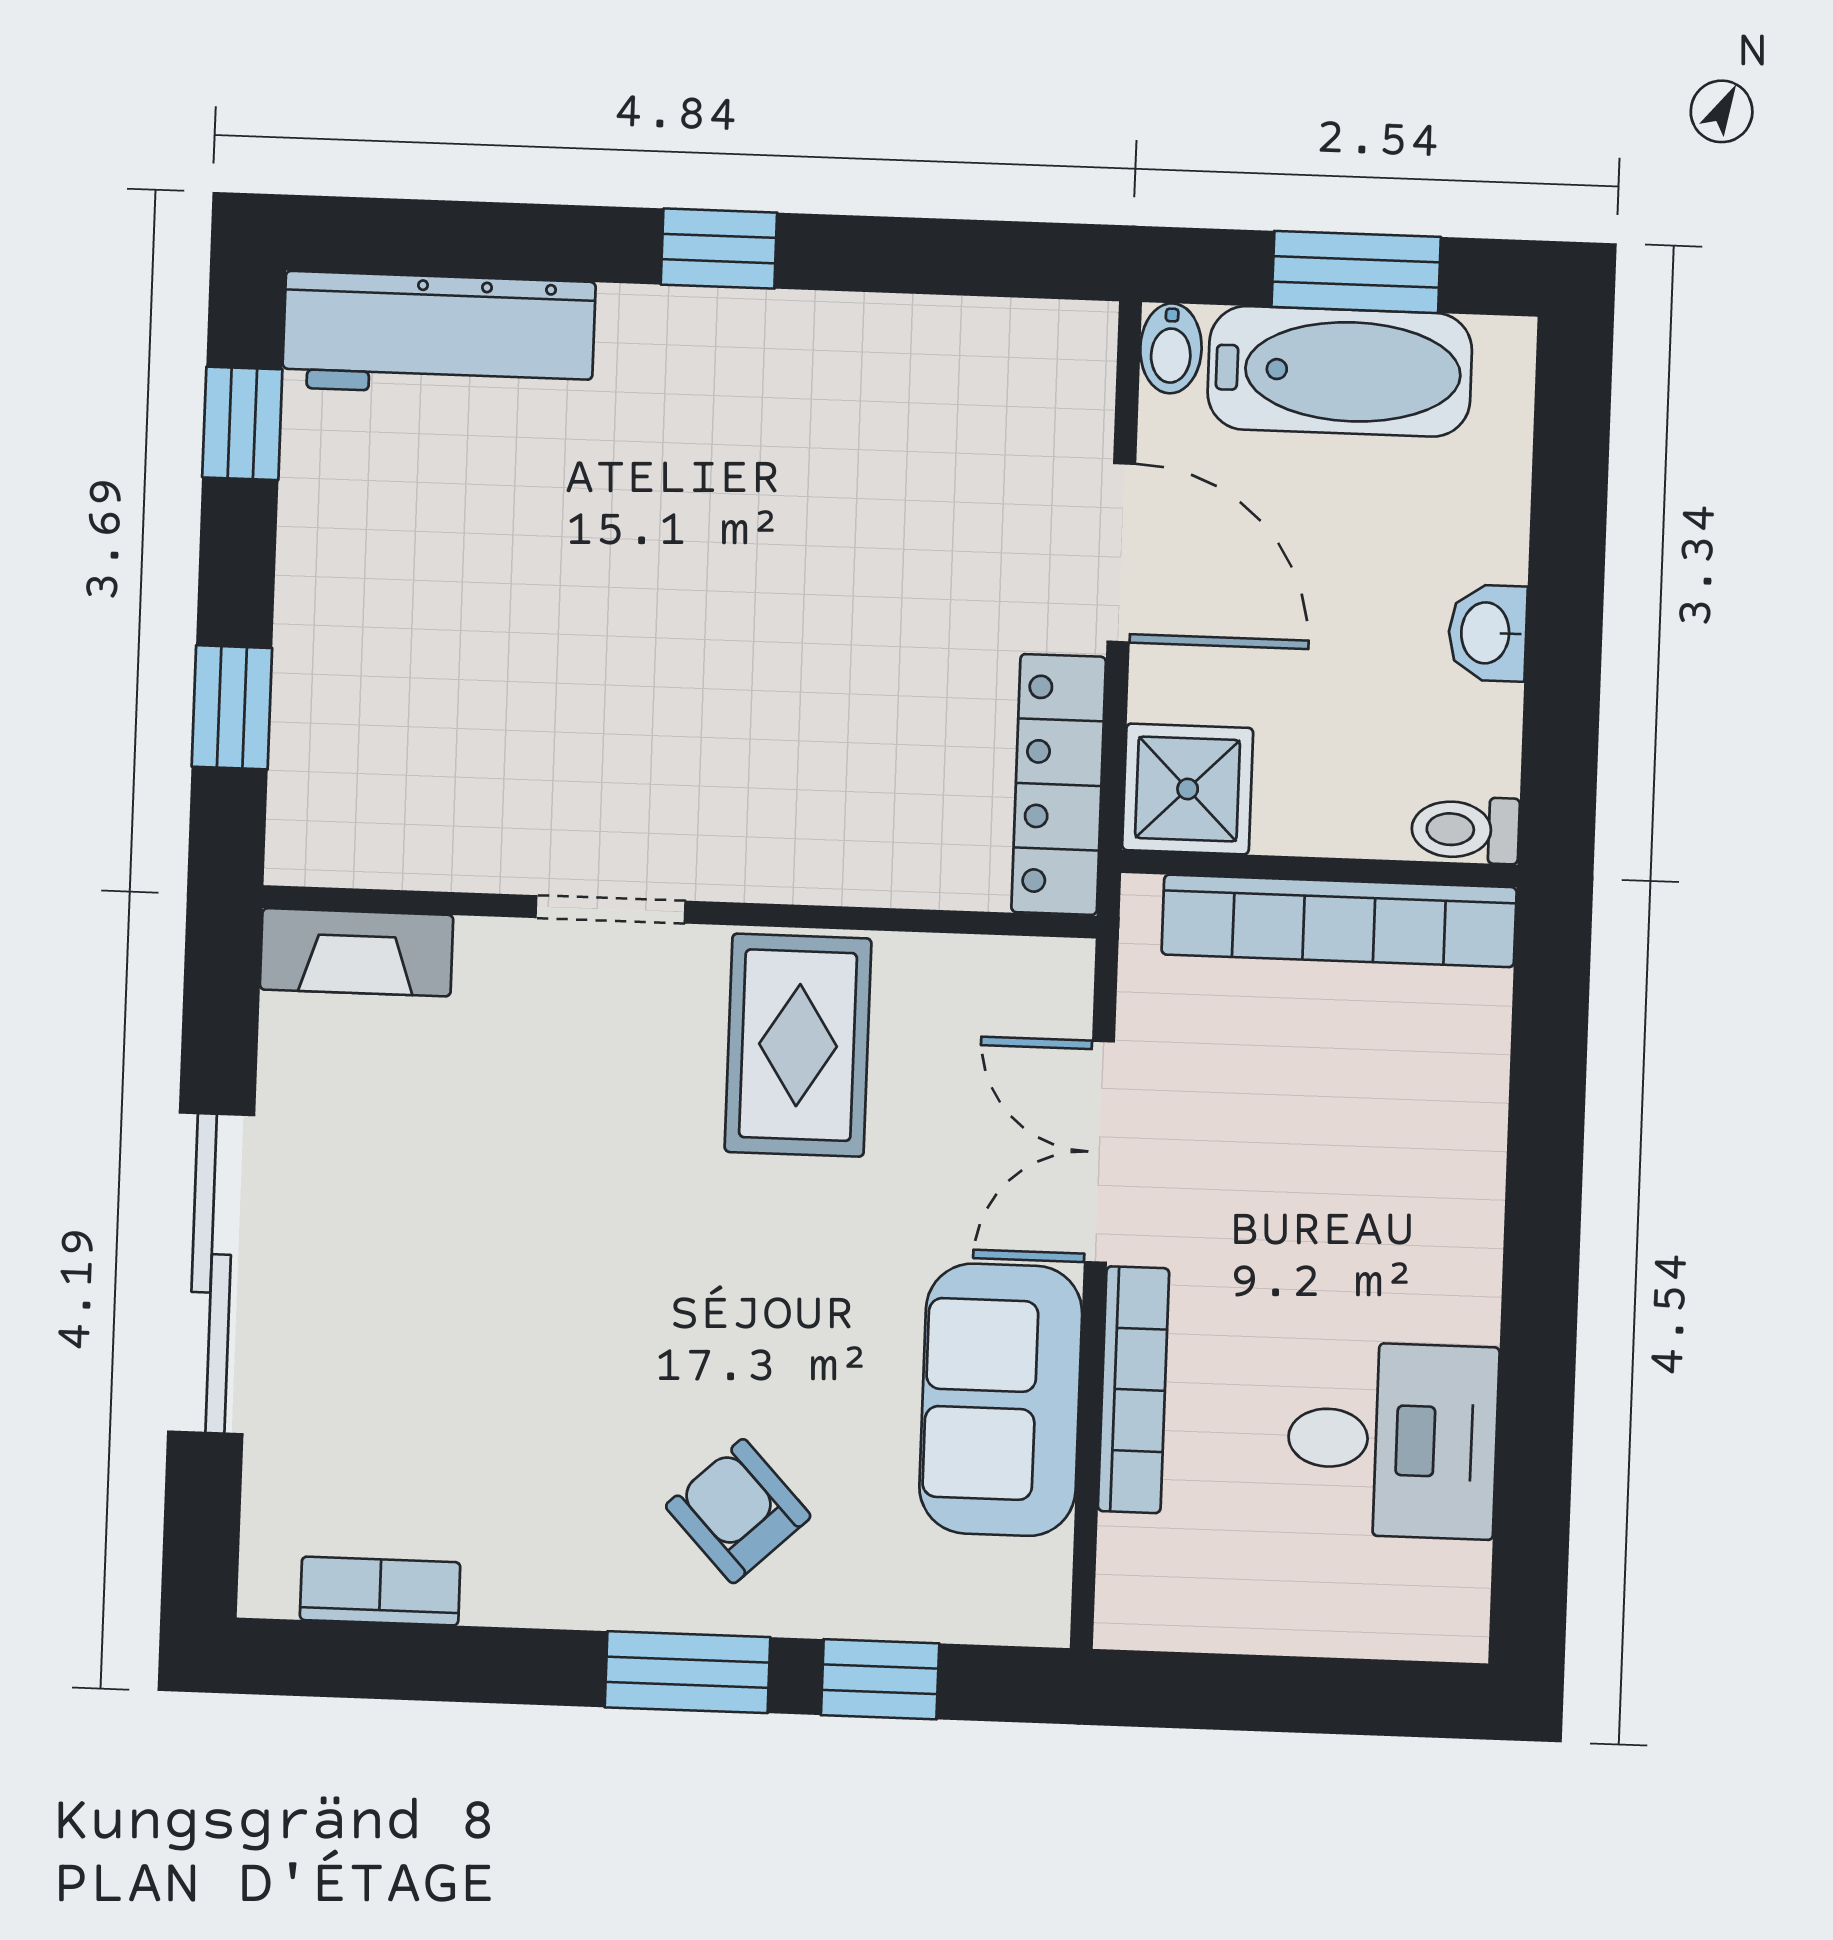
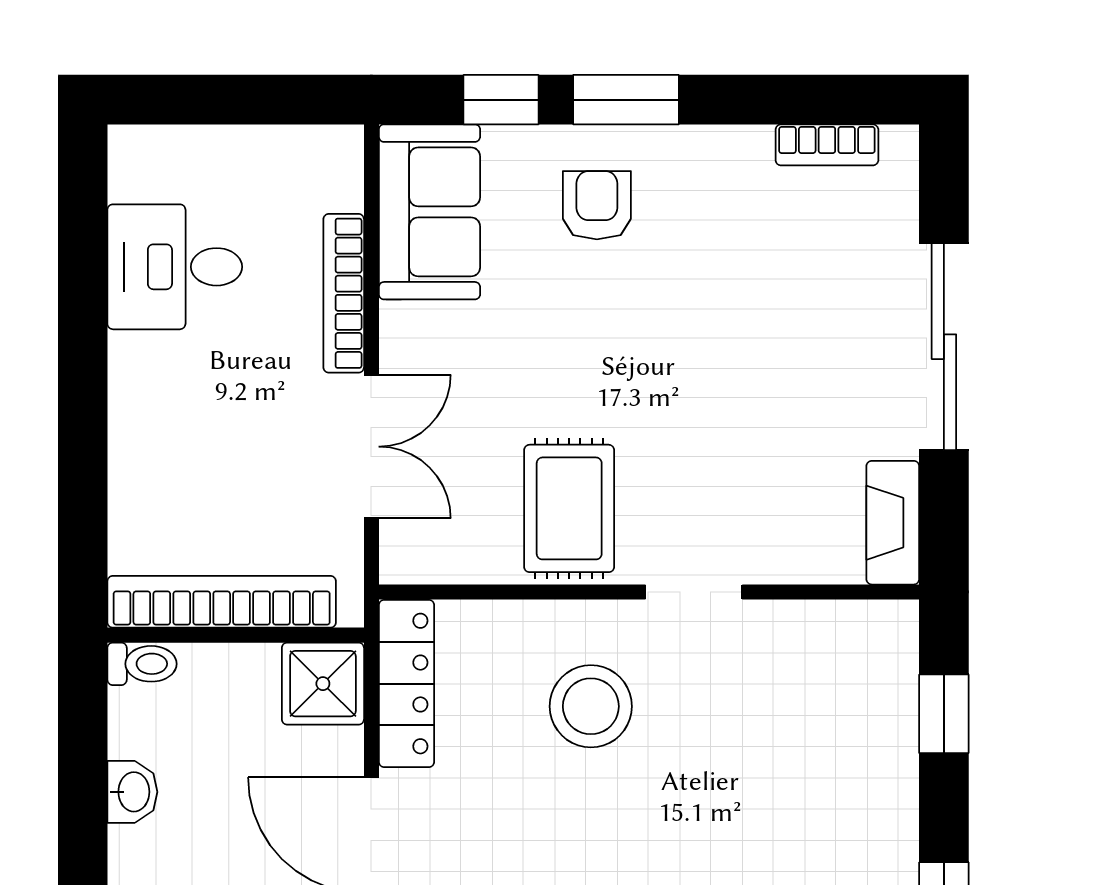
stool: (776, 739) -> (591, 706), added
fireplace: (357, 952) -> (893, 523), moved, turned -90
sofa: (1001, 1400) -> (429, 212), moved
armchair: (738, 1511) -> (597, 205), turned -137

